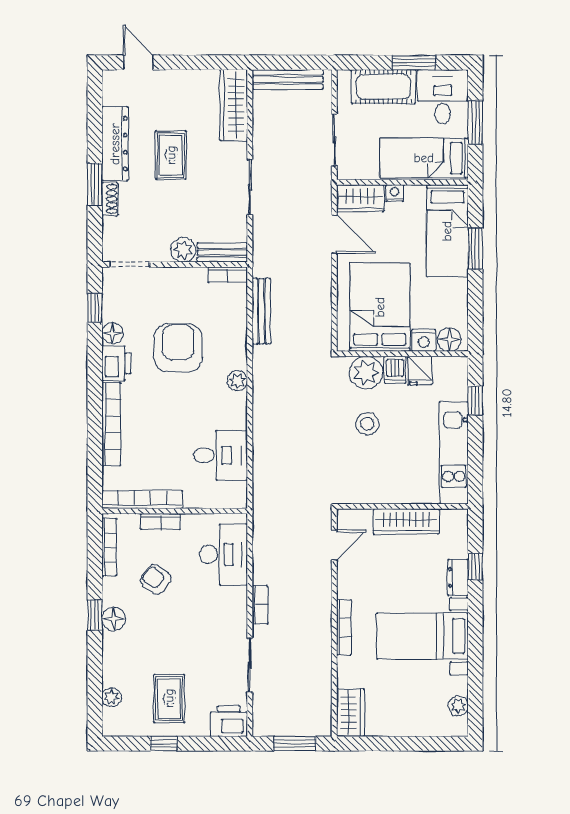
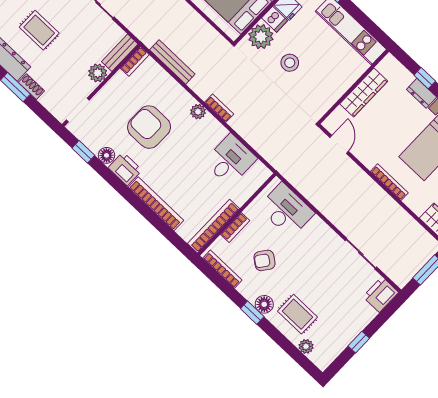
bookcase: (260, 605) -> (219, 108), moved
rug: (169, 698) -> (297, 314), moved

